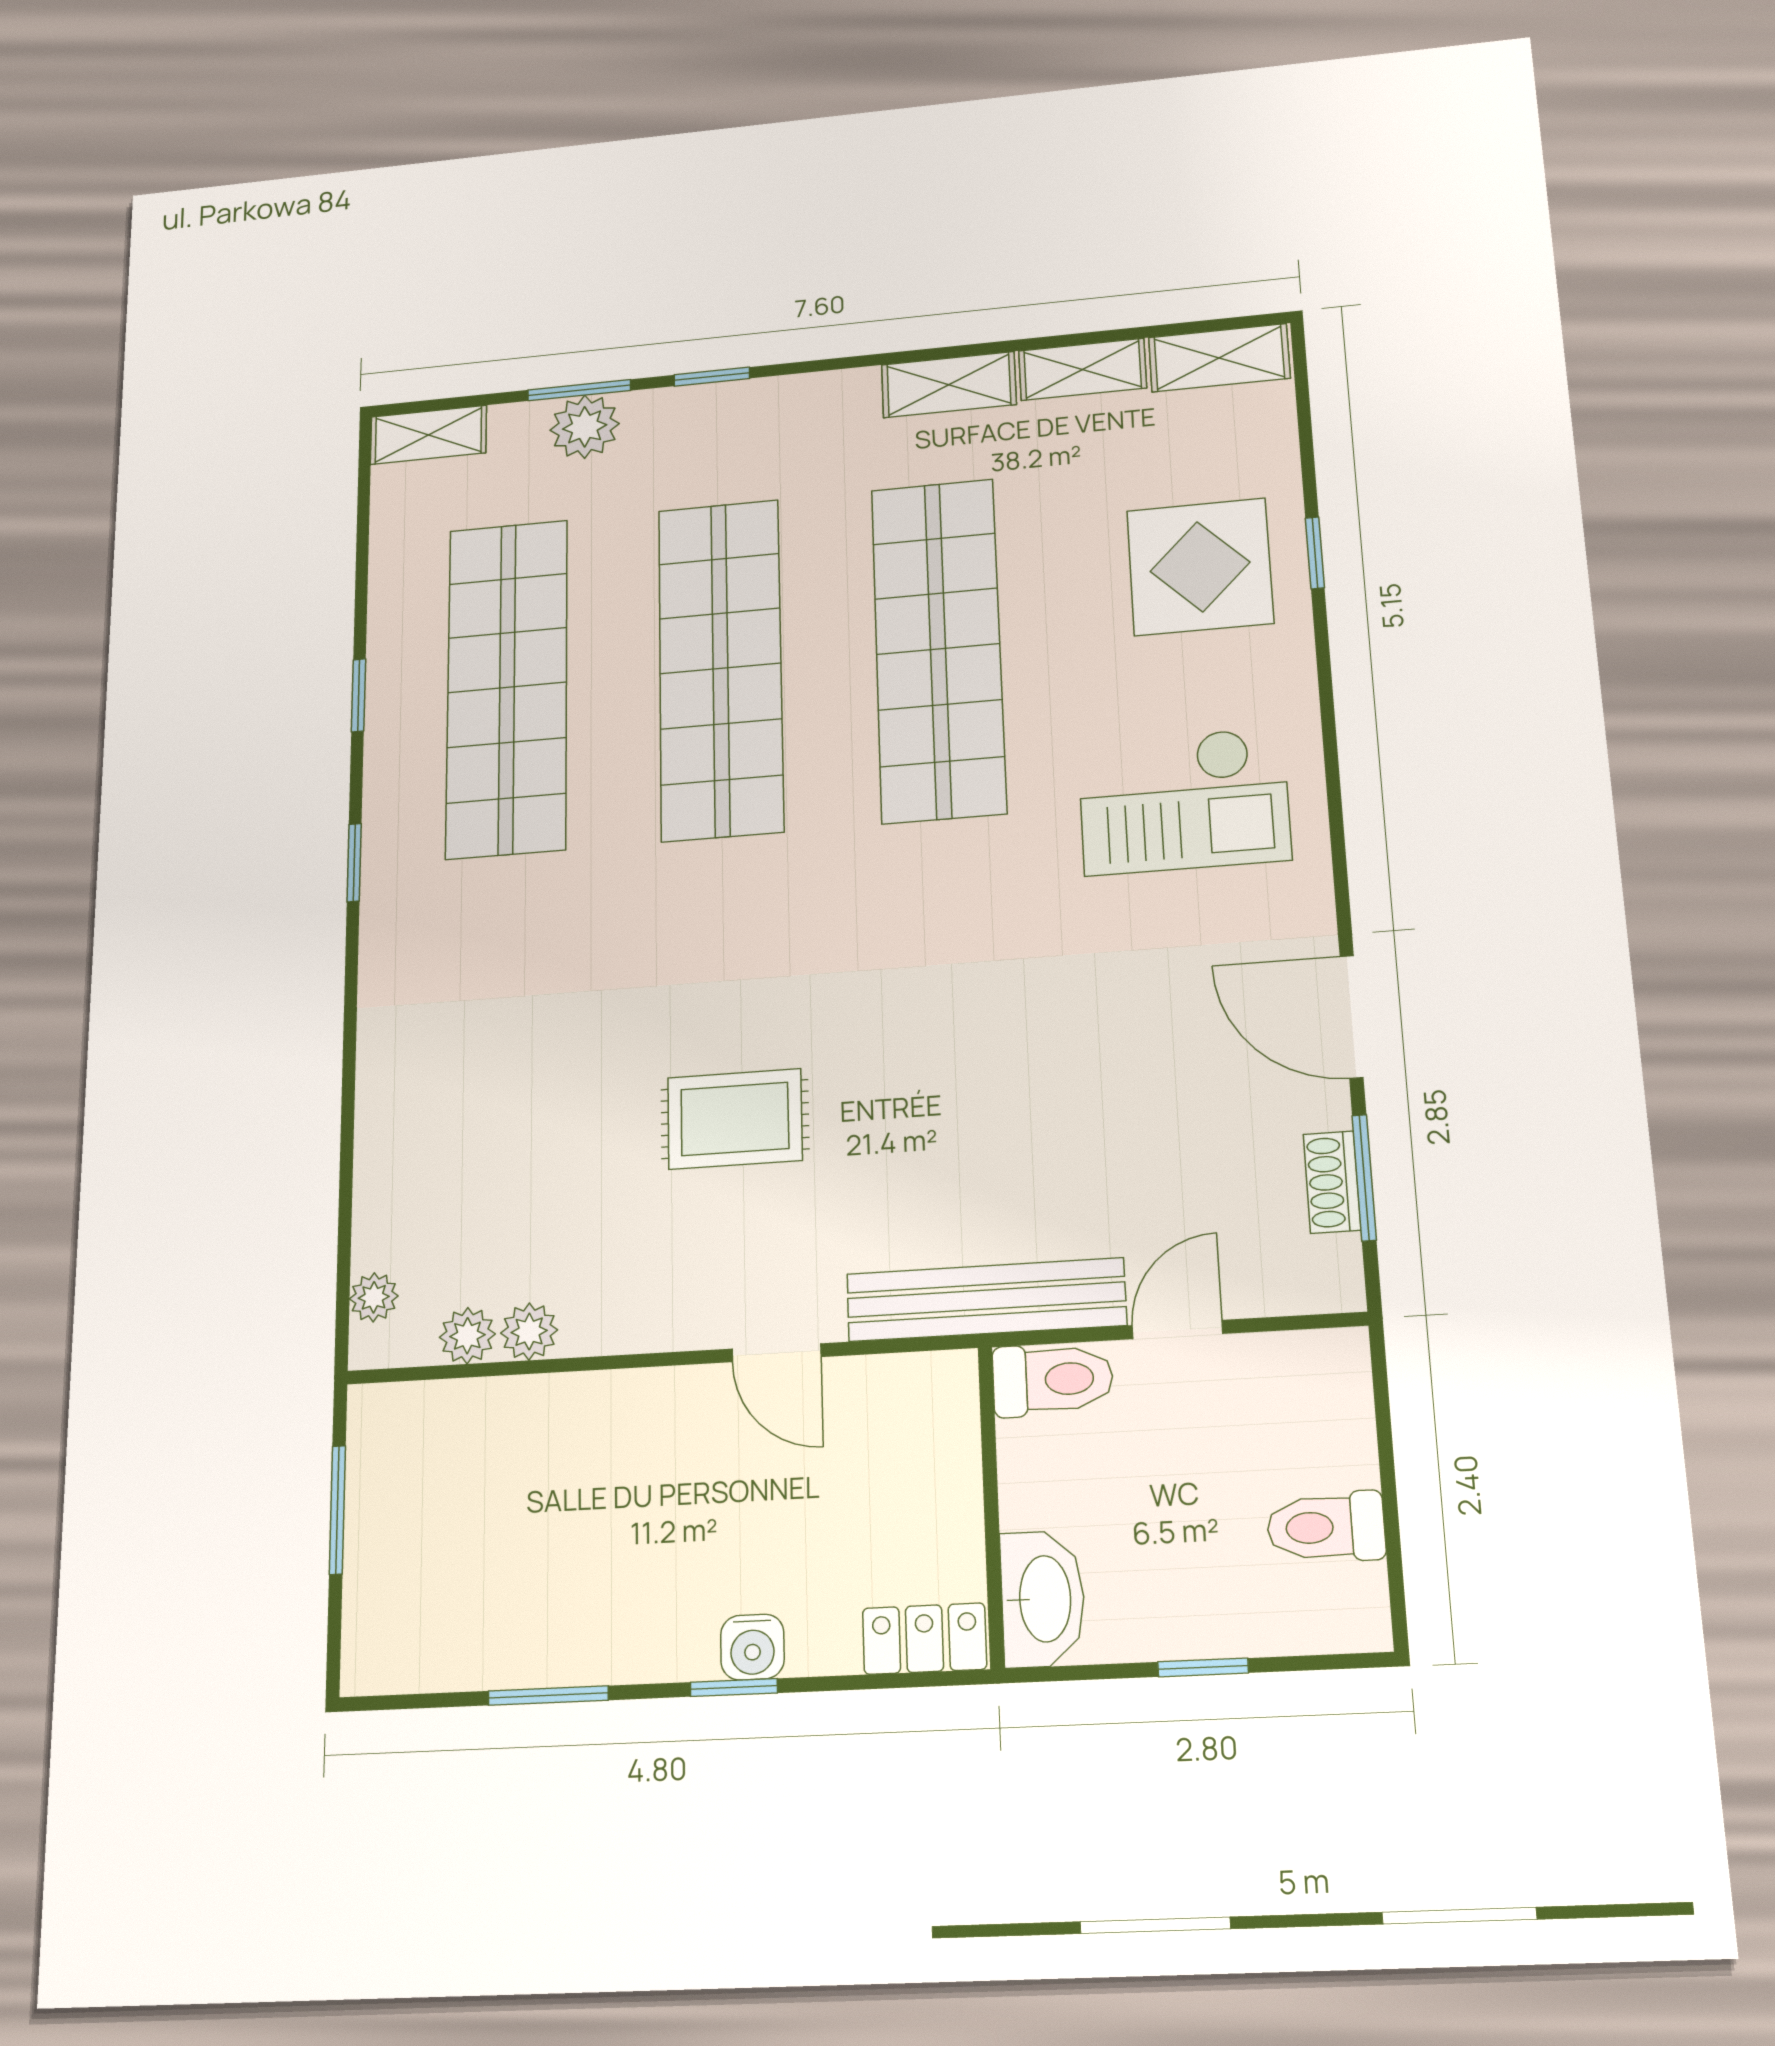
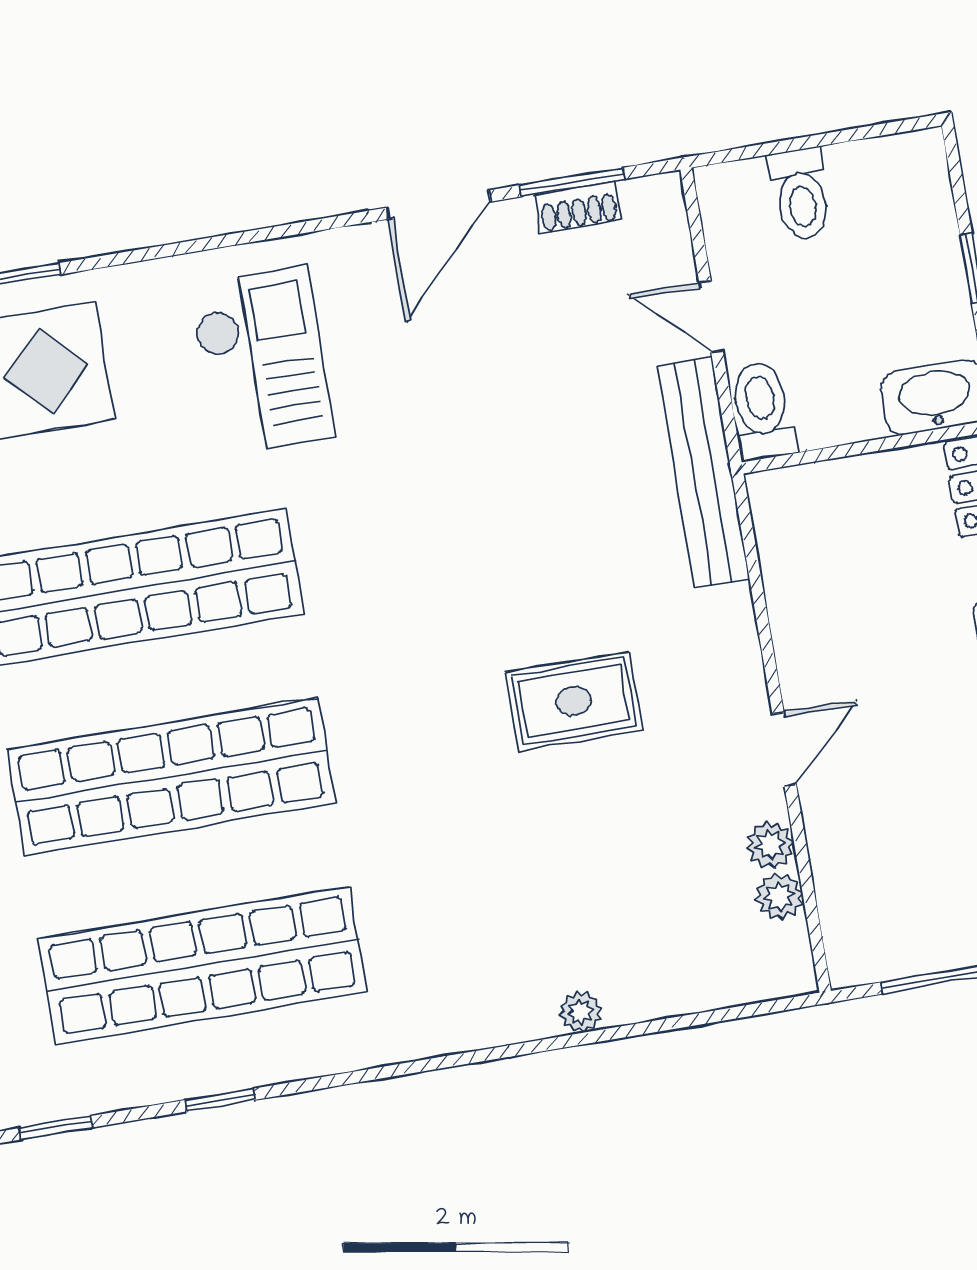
window: (354, 863) -> (56, 1128), moved
rug: (735, 1119) -> (574, 701), turned 90
plant: (374, 1297) -> (580, 1012), moved
door: (776, 1353) -> (784, 749), moved
toilet: (1326, 1527) -> (801, 194), moved

